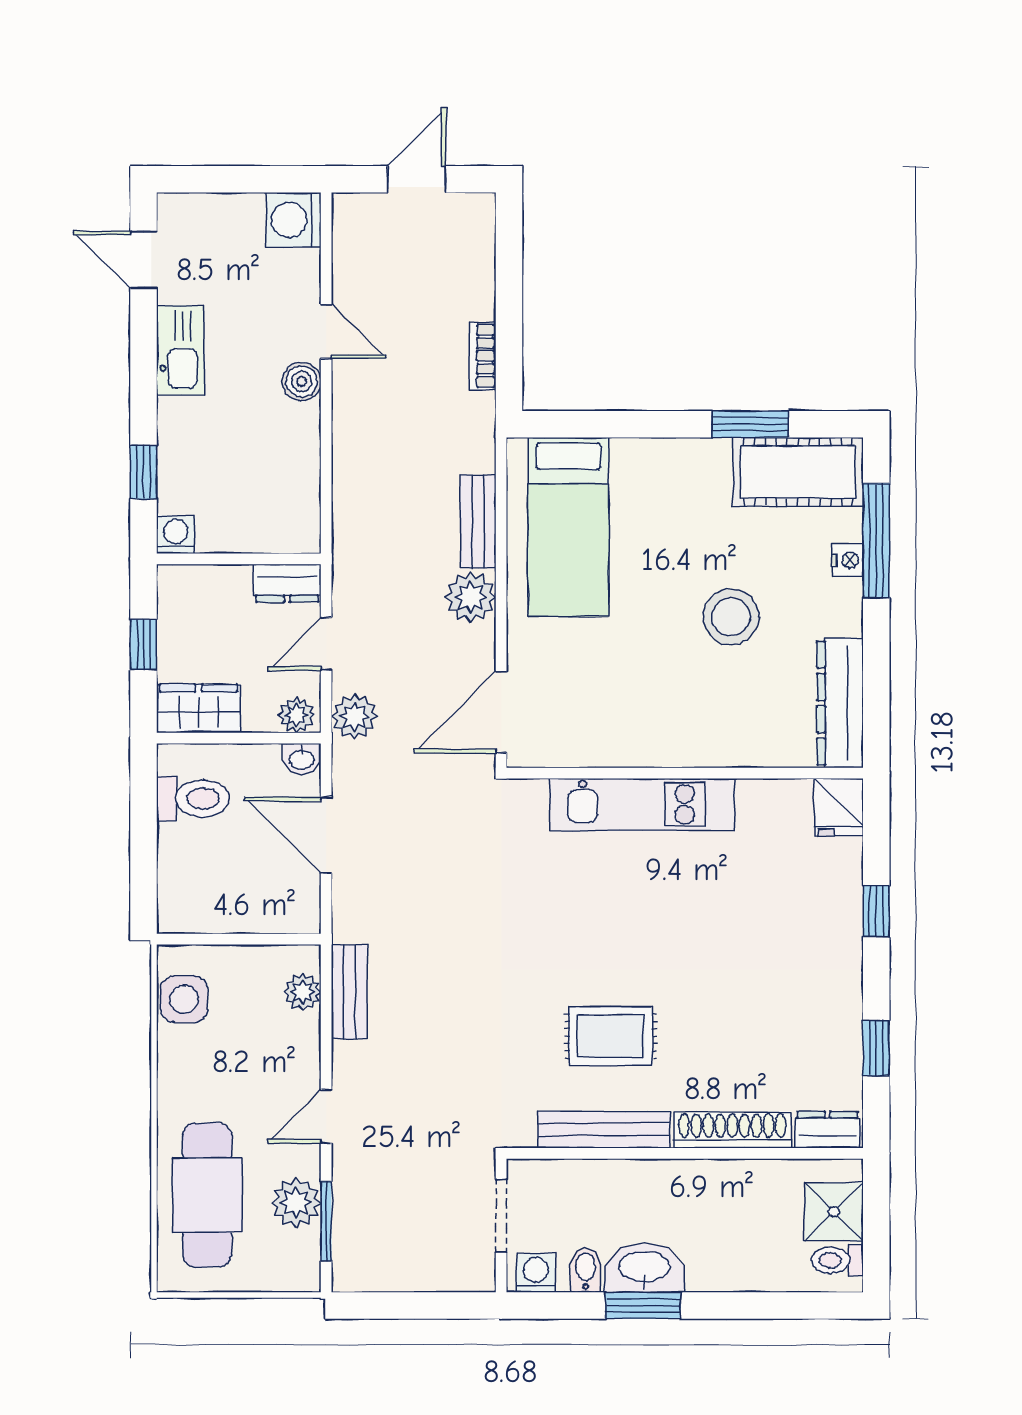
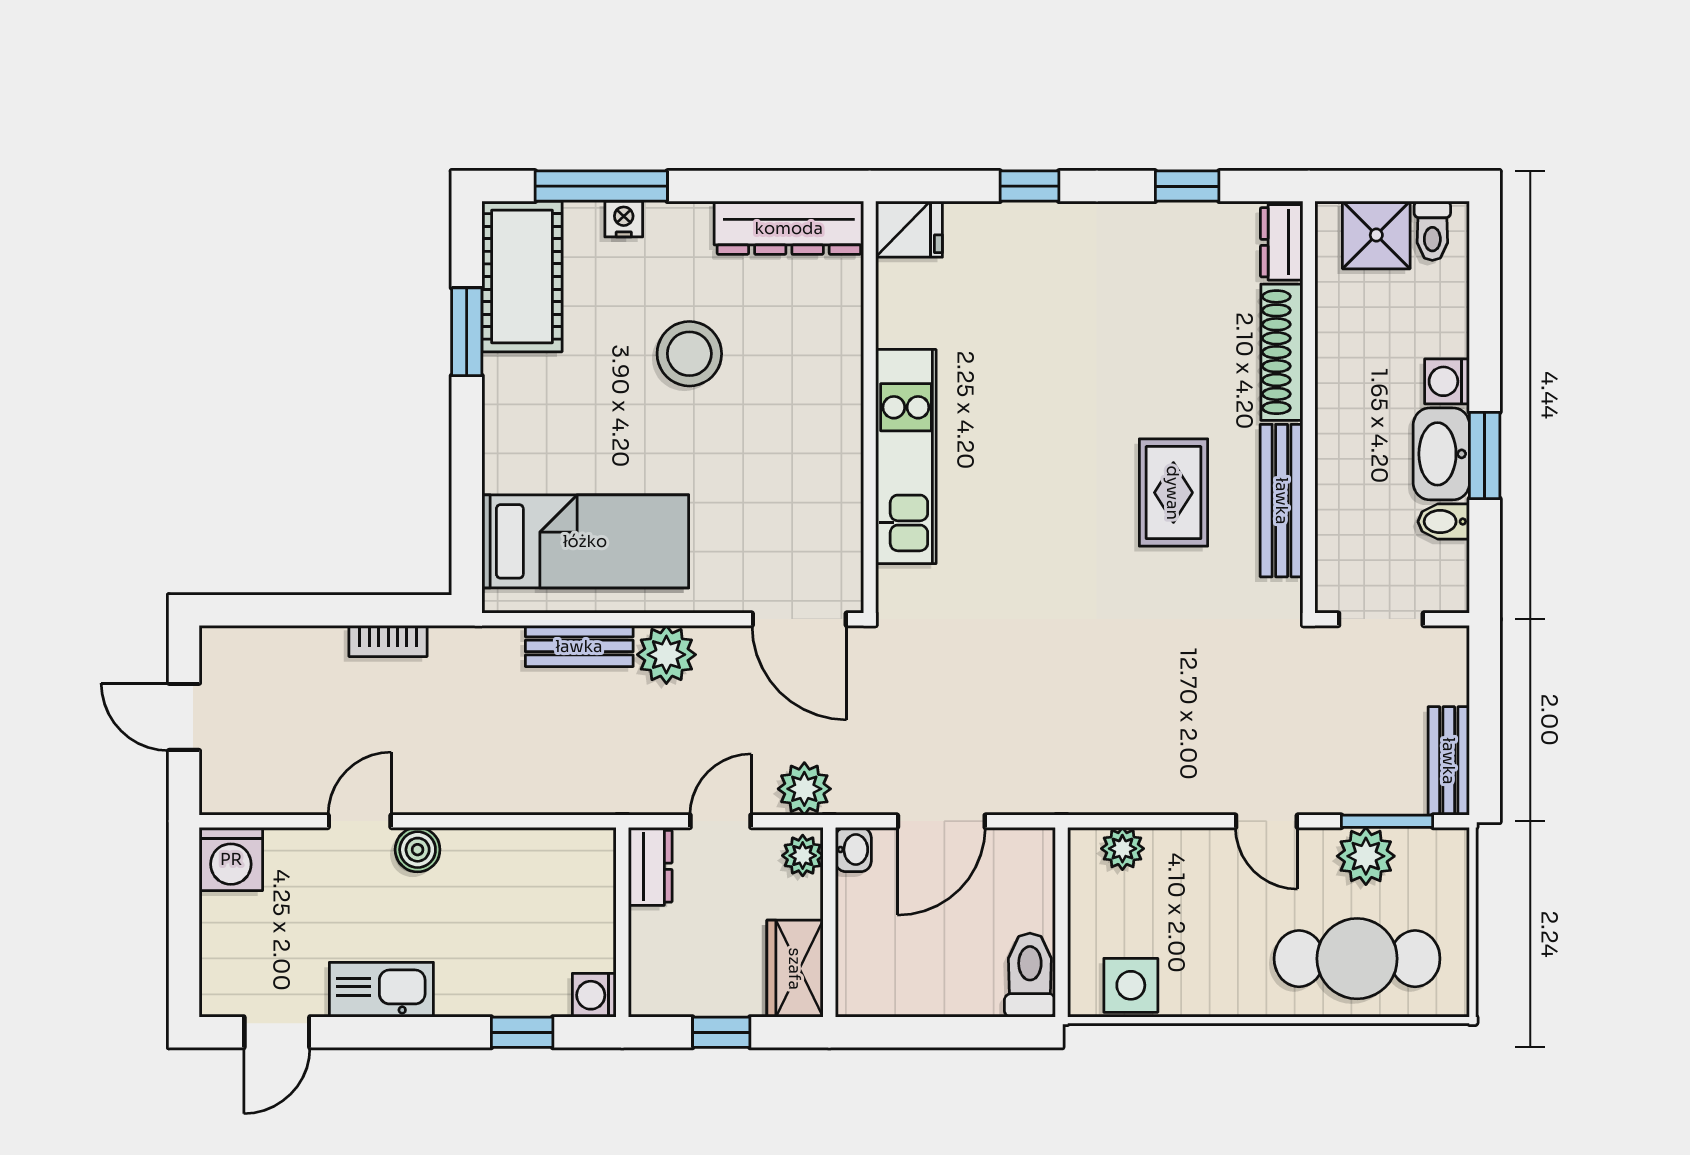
door: (326, 644) -> (720, 821), swing flipped
toilet: (193, 798) -> (1030, 975), moved
bench: (349, 992) -> (1449, 761), moved, turned 90
washing machine: (536, 1273) -> (1447, 381), moved

